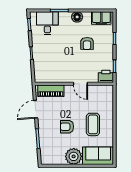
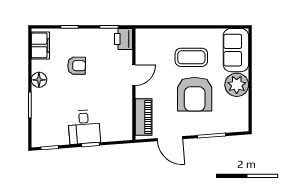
desk: (47, 23) -> (84, 127), moved, turned -94
armchair: (67, 127) -> (195, 94), width x1.88, depth x1.88

